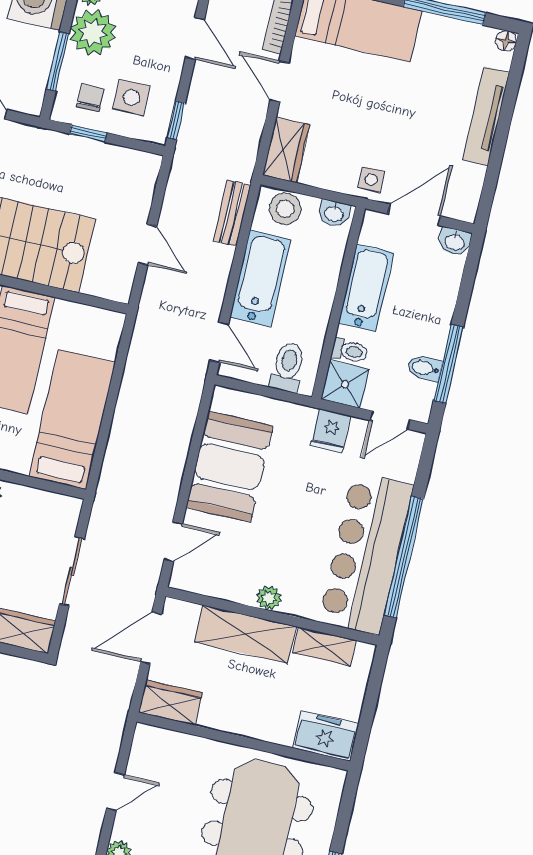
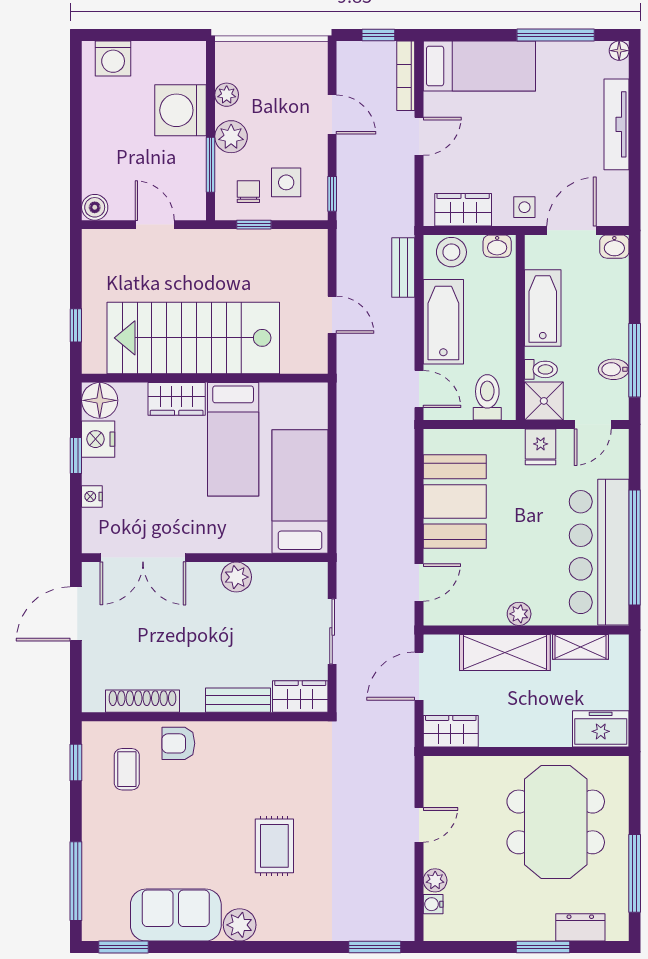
plant: (93, 33) -> (231, 137), width x0.73, depth x0.73
door: (279, 81) -> (419, 136), swing flipped
wardrobe: (286, 150) -> (463, 210), moved, turned -90

